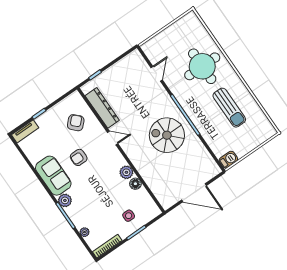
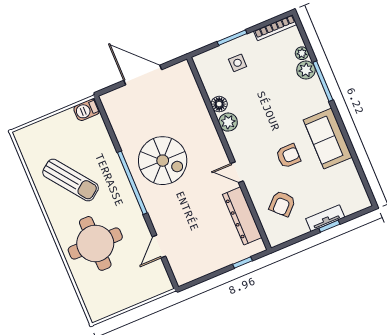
sun lounger: (229, 108) -> (71, 180), turned 143
tv unit: (25, 131) -> (325, 218), moved
plant: (65, 200) -> (306, 70), moved

